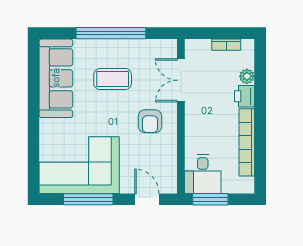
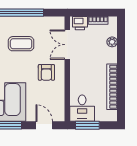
printer: (245, 96) -> (80, 23), moved, turned -90

